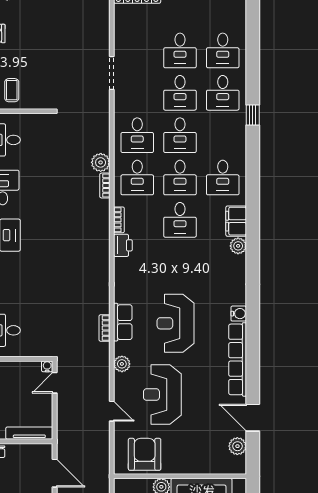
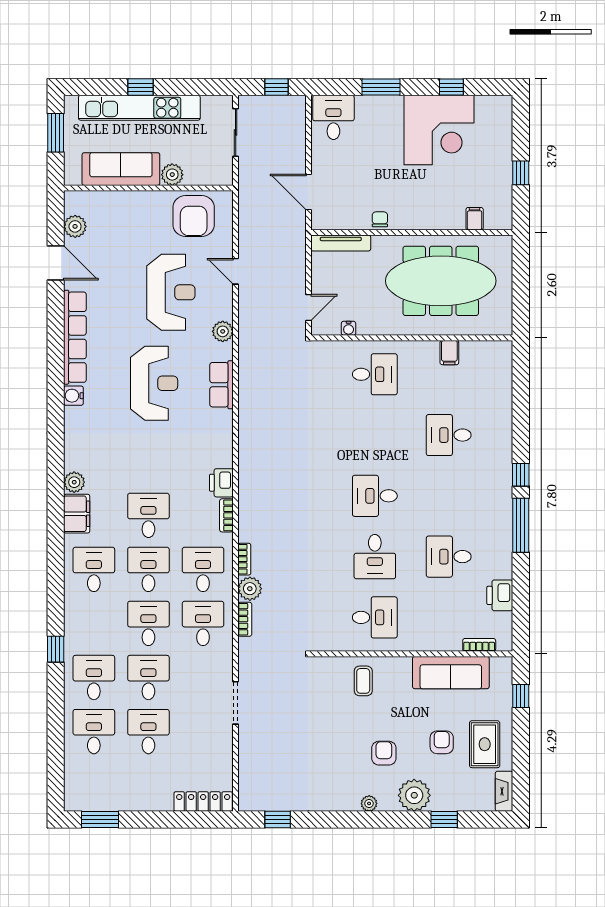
bookcase: (104, 328) -> (245, 619), moved
water cooler: (47, 366) -> (349, 328), moved

